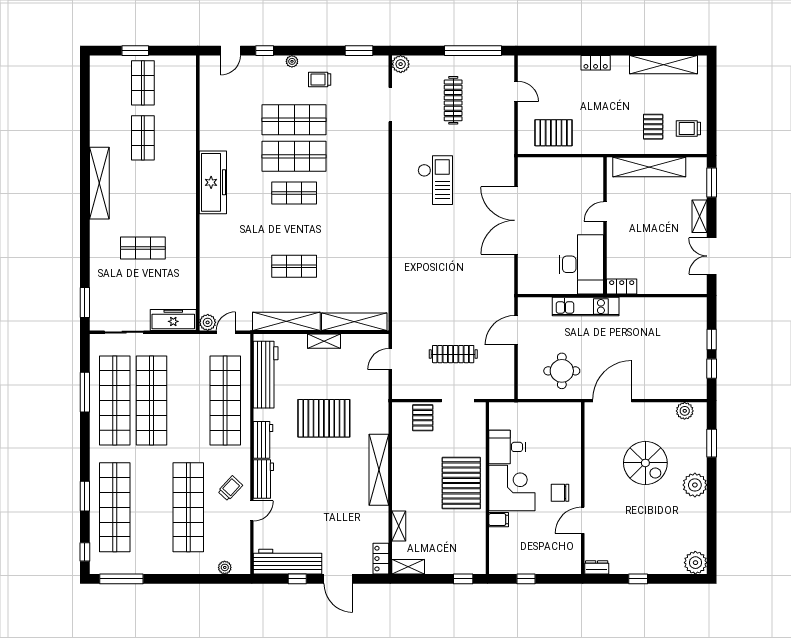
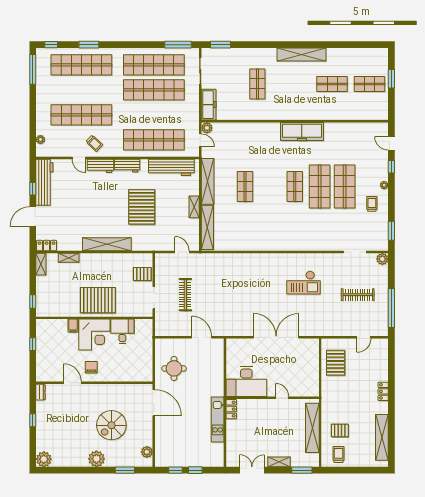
kitchen unit: (586, 307) -> (218, 419), moved
window: (85, 392) -> (178, 45), moved

